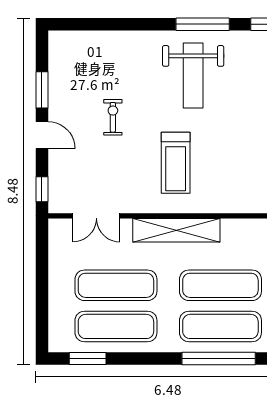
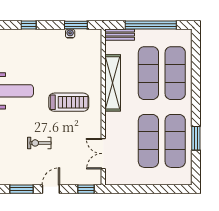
double door: (96, 216) -> (103, 154), swing flipped
shelving: (176, 230) -> (113, 83), moved
window: (88, 358) -> (196, 138), moved
window: (219, 358) -> (196, 74), removed

